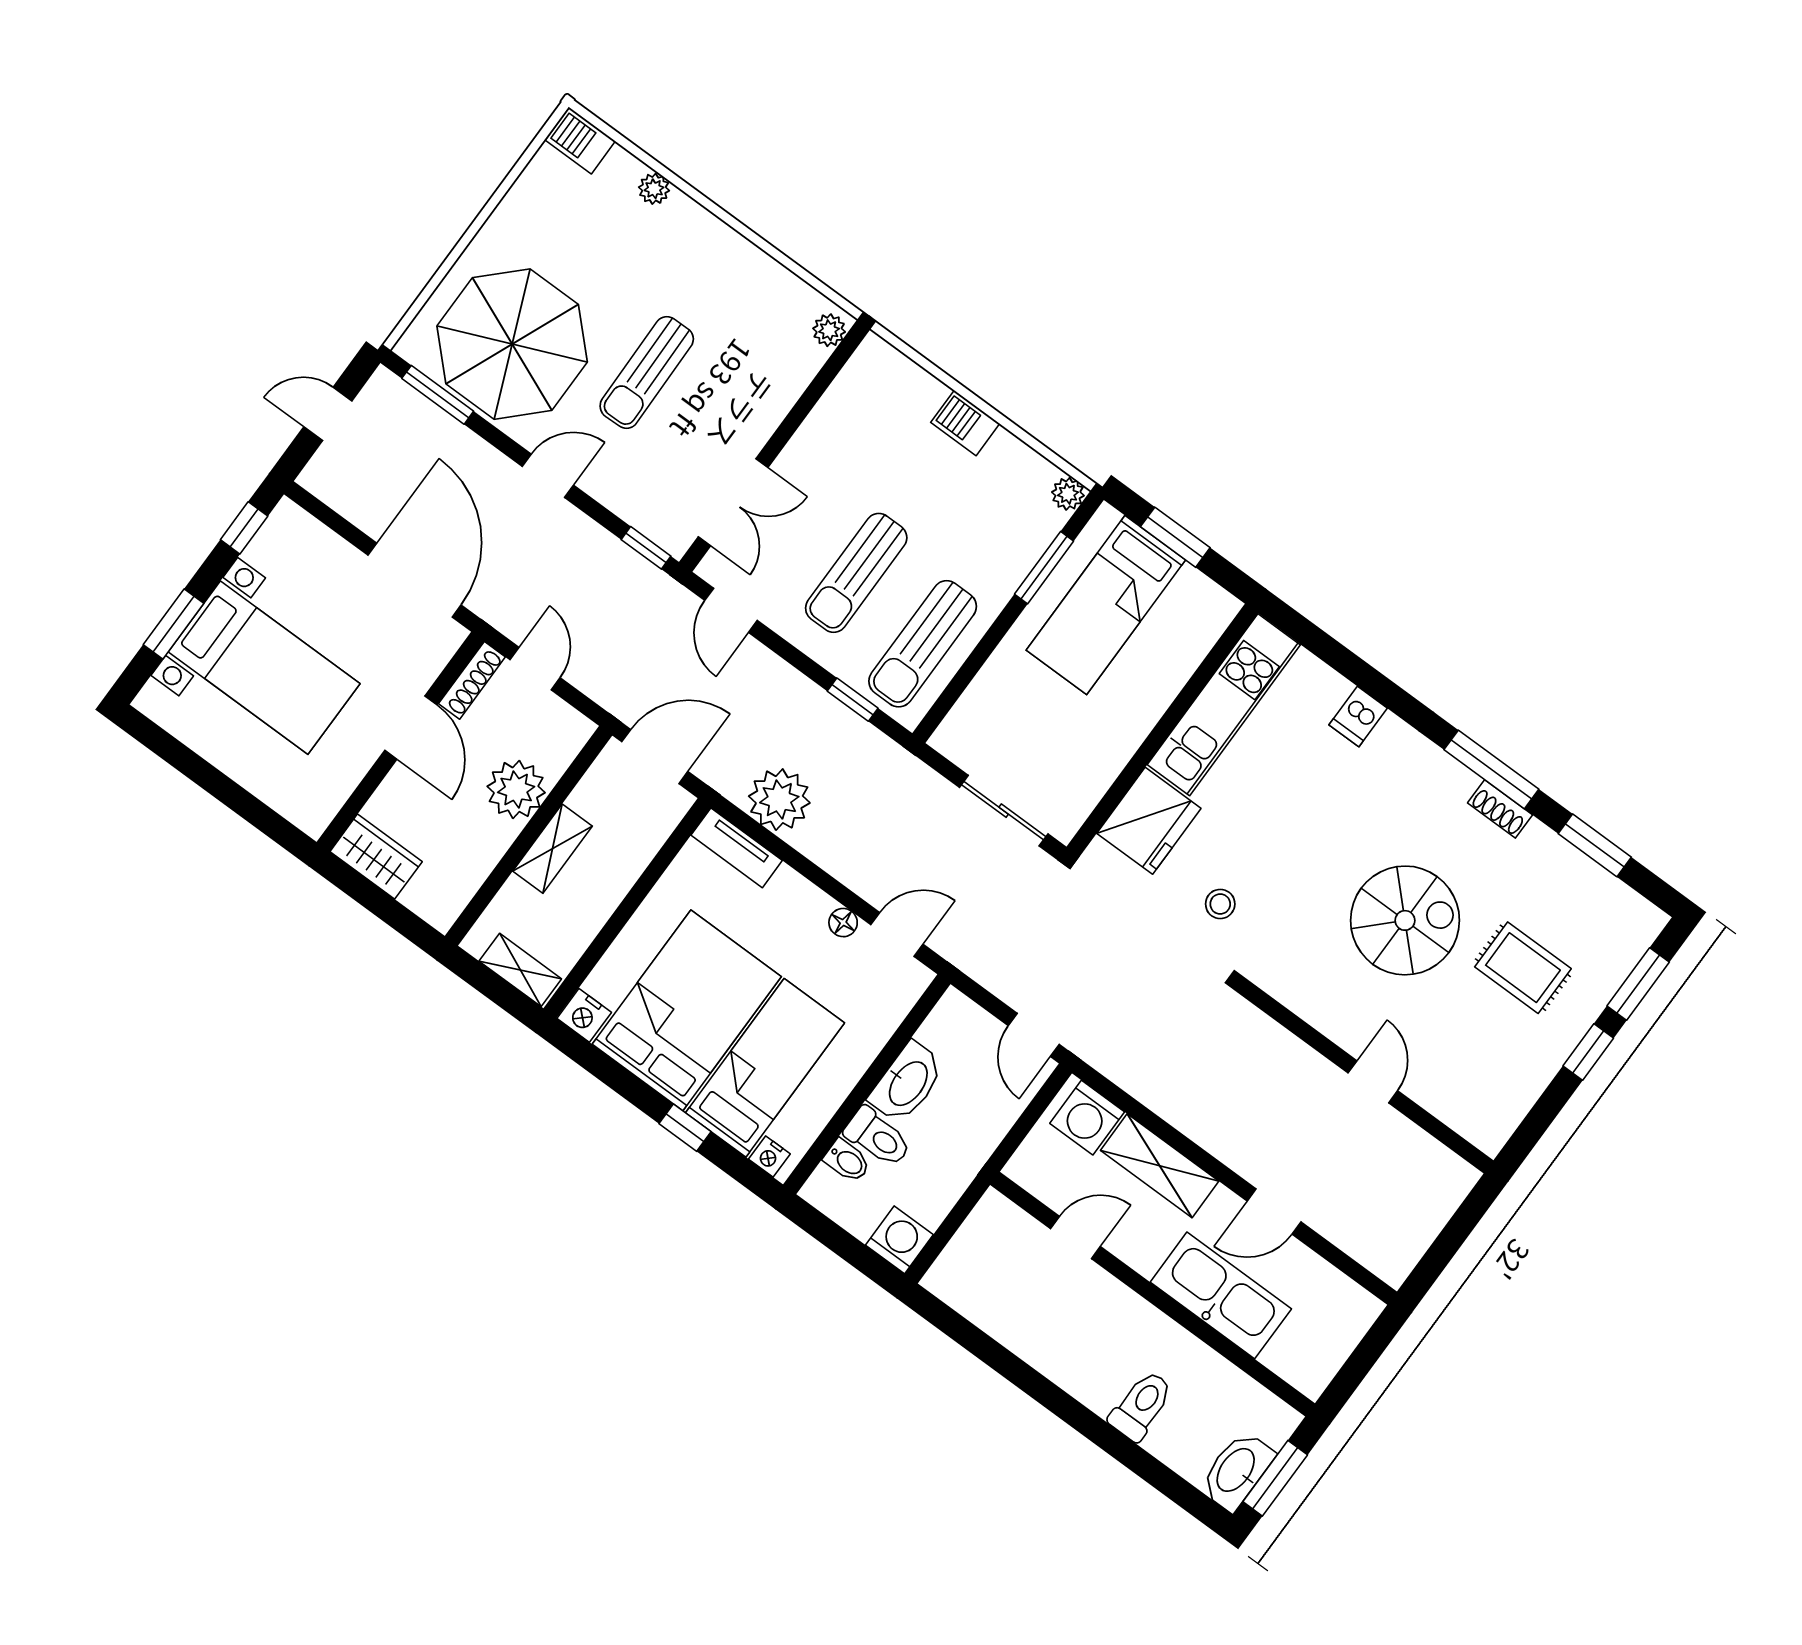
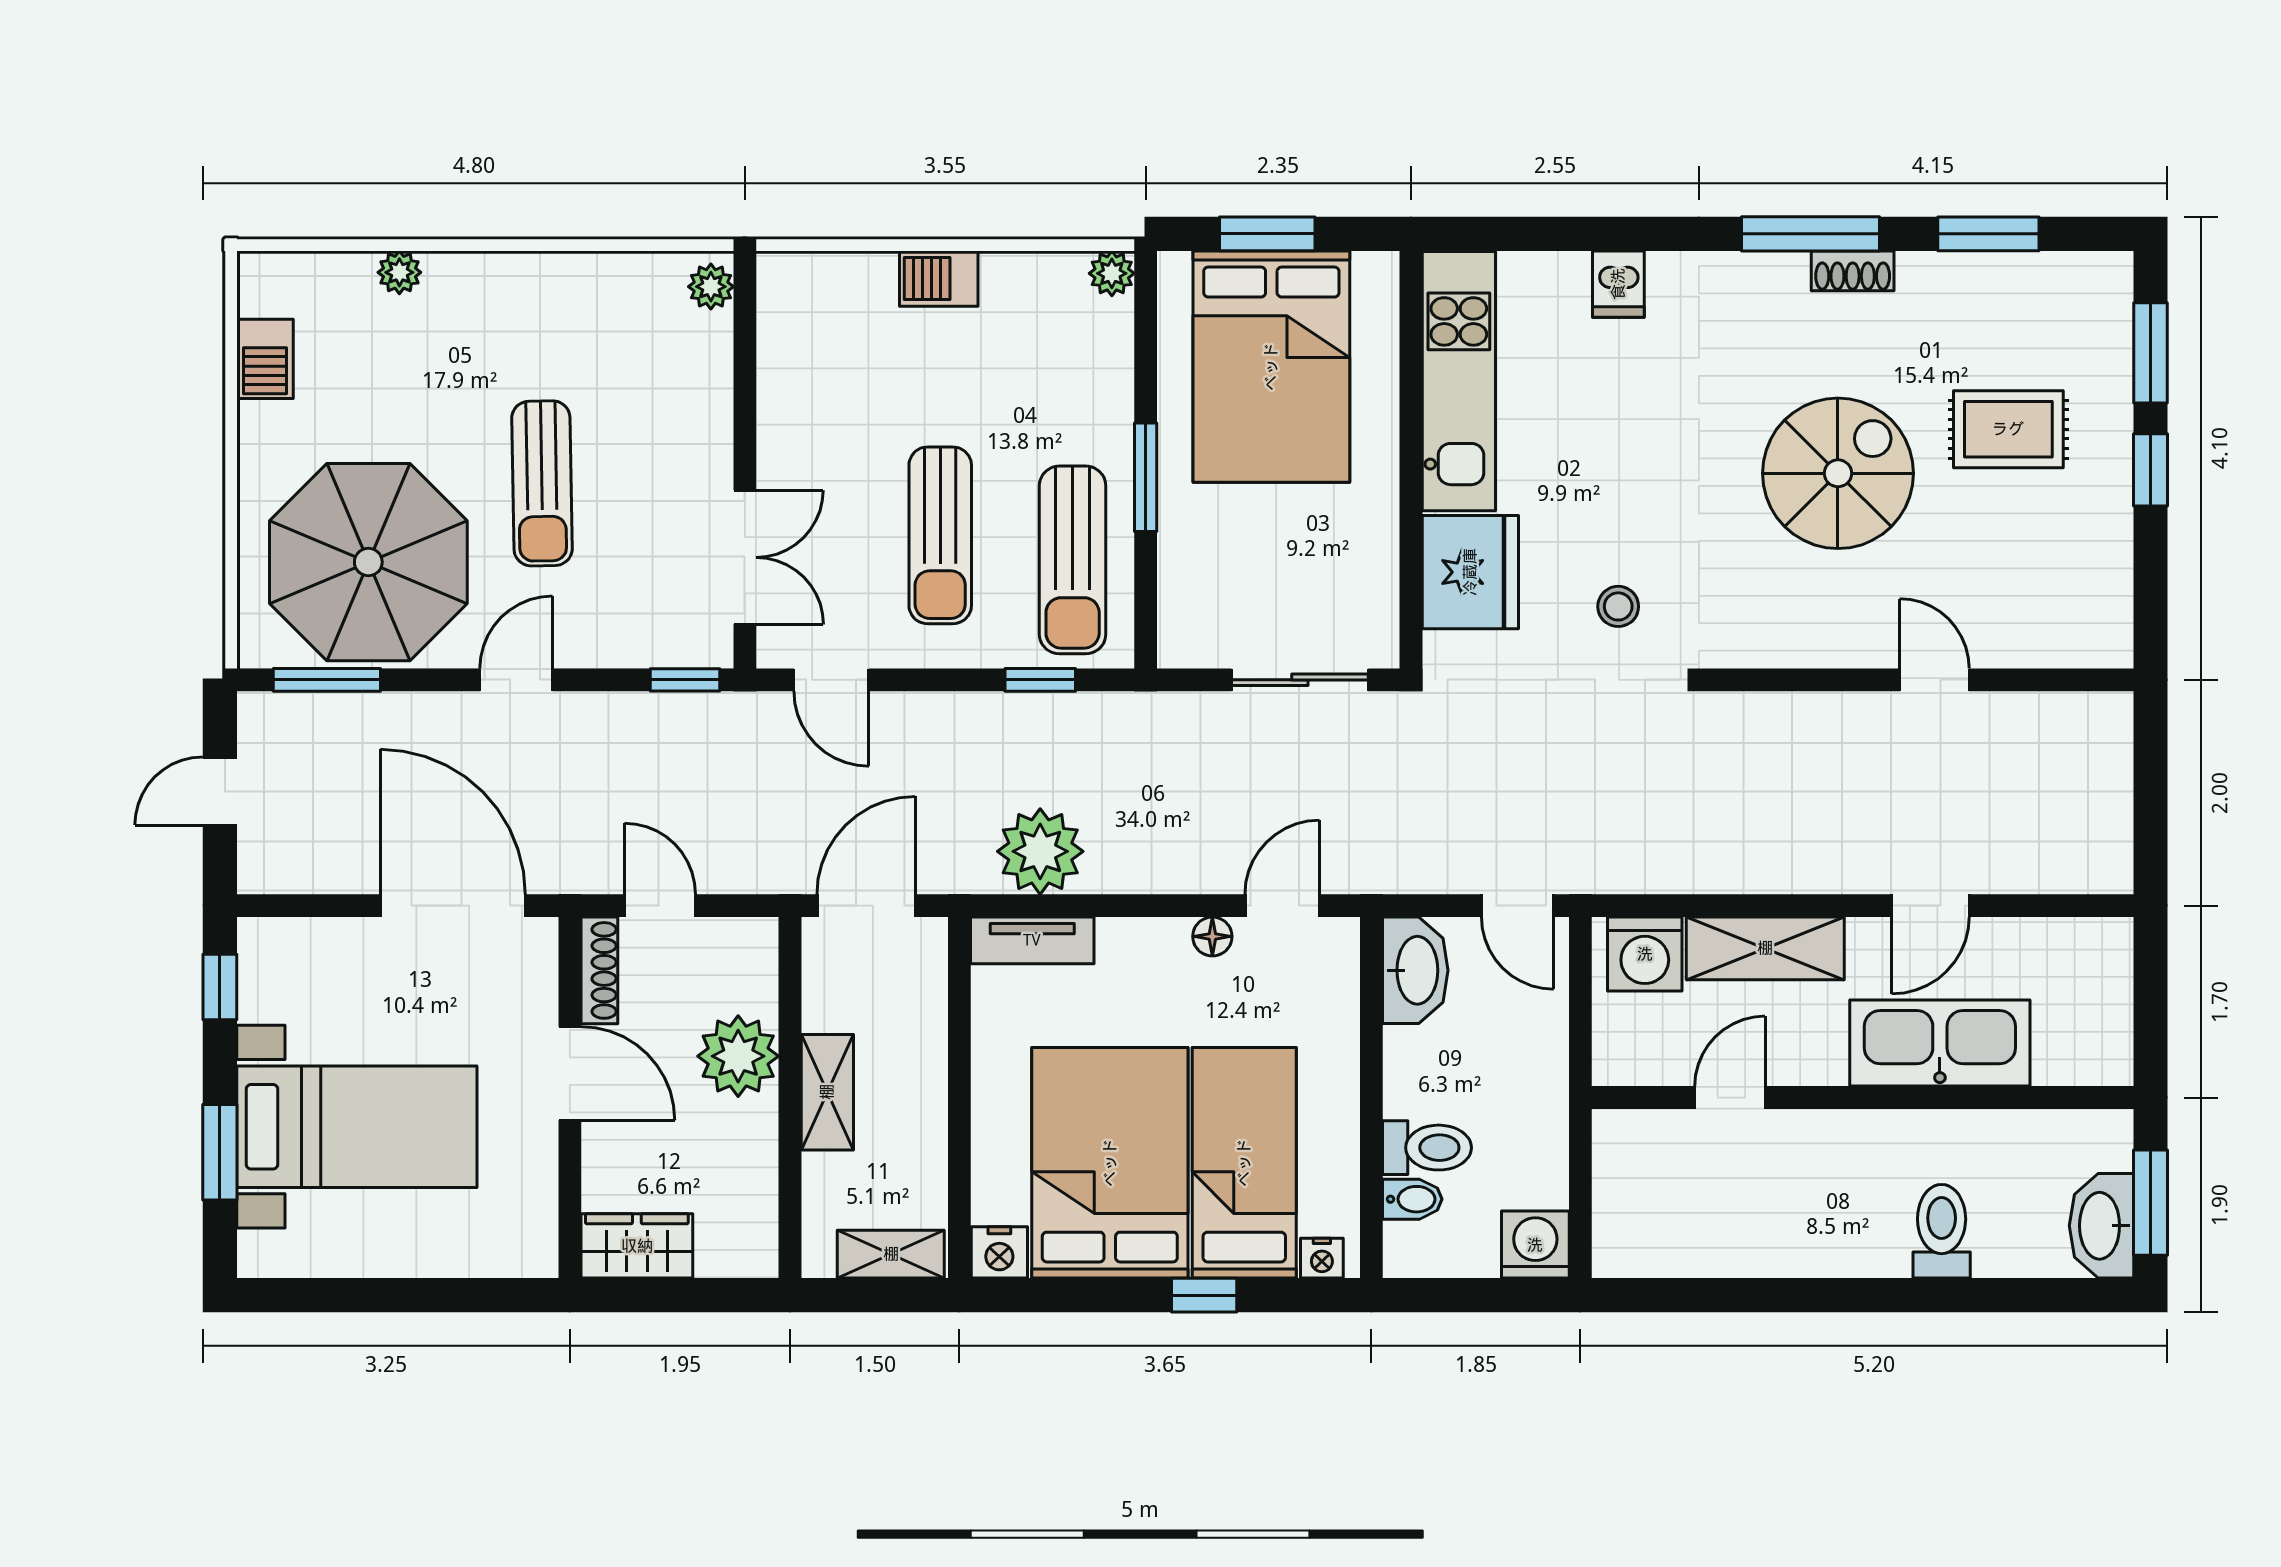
barbecue: (580, 141) -> (265, 359), moved, turned -90
window: (1044, 568) -> (1146, 477), moved
bed: (1106, 605) -> (1271, 367), width x1.50
washbasin: (907, 1083) -> (1415, 970), moved

